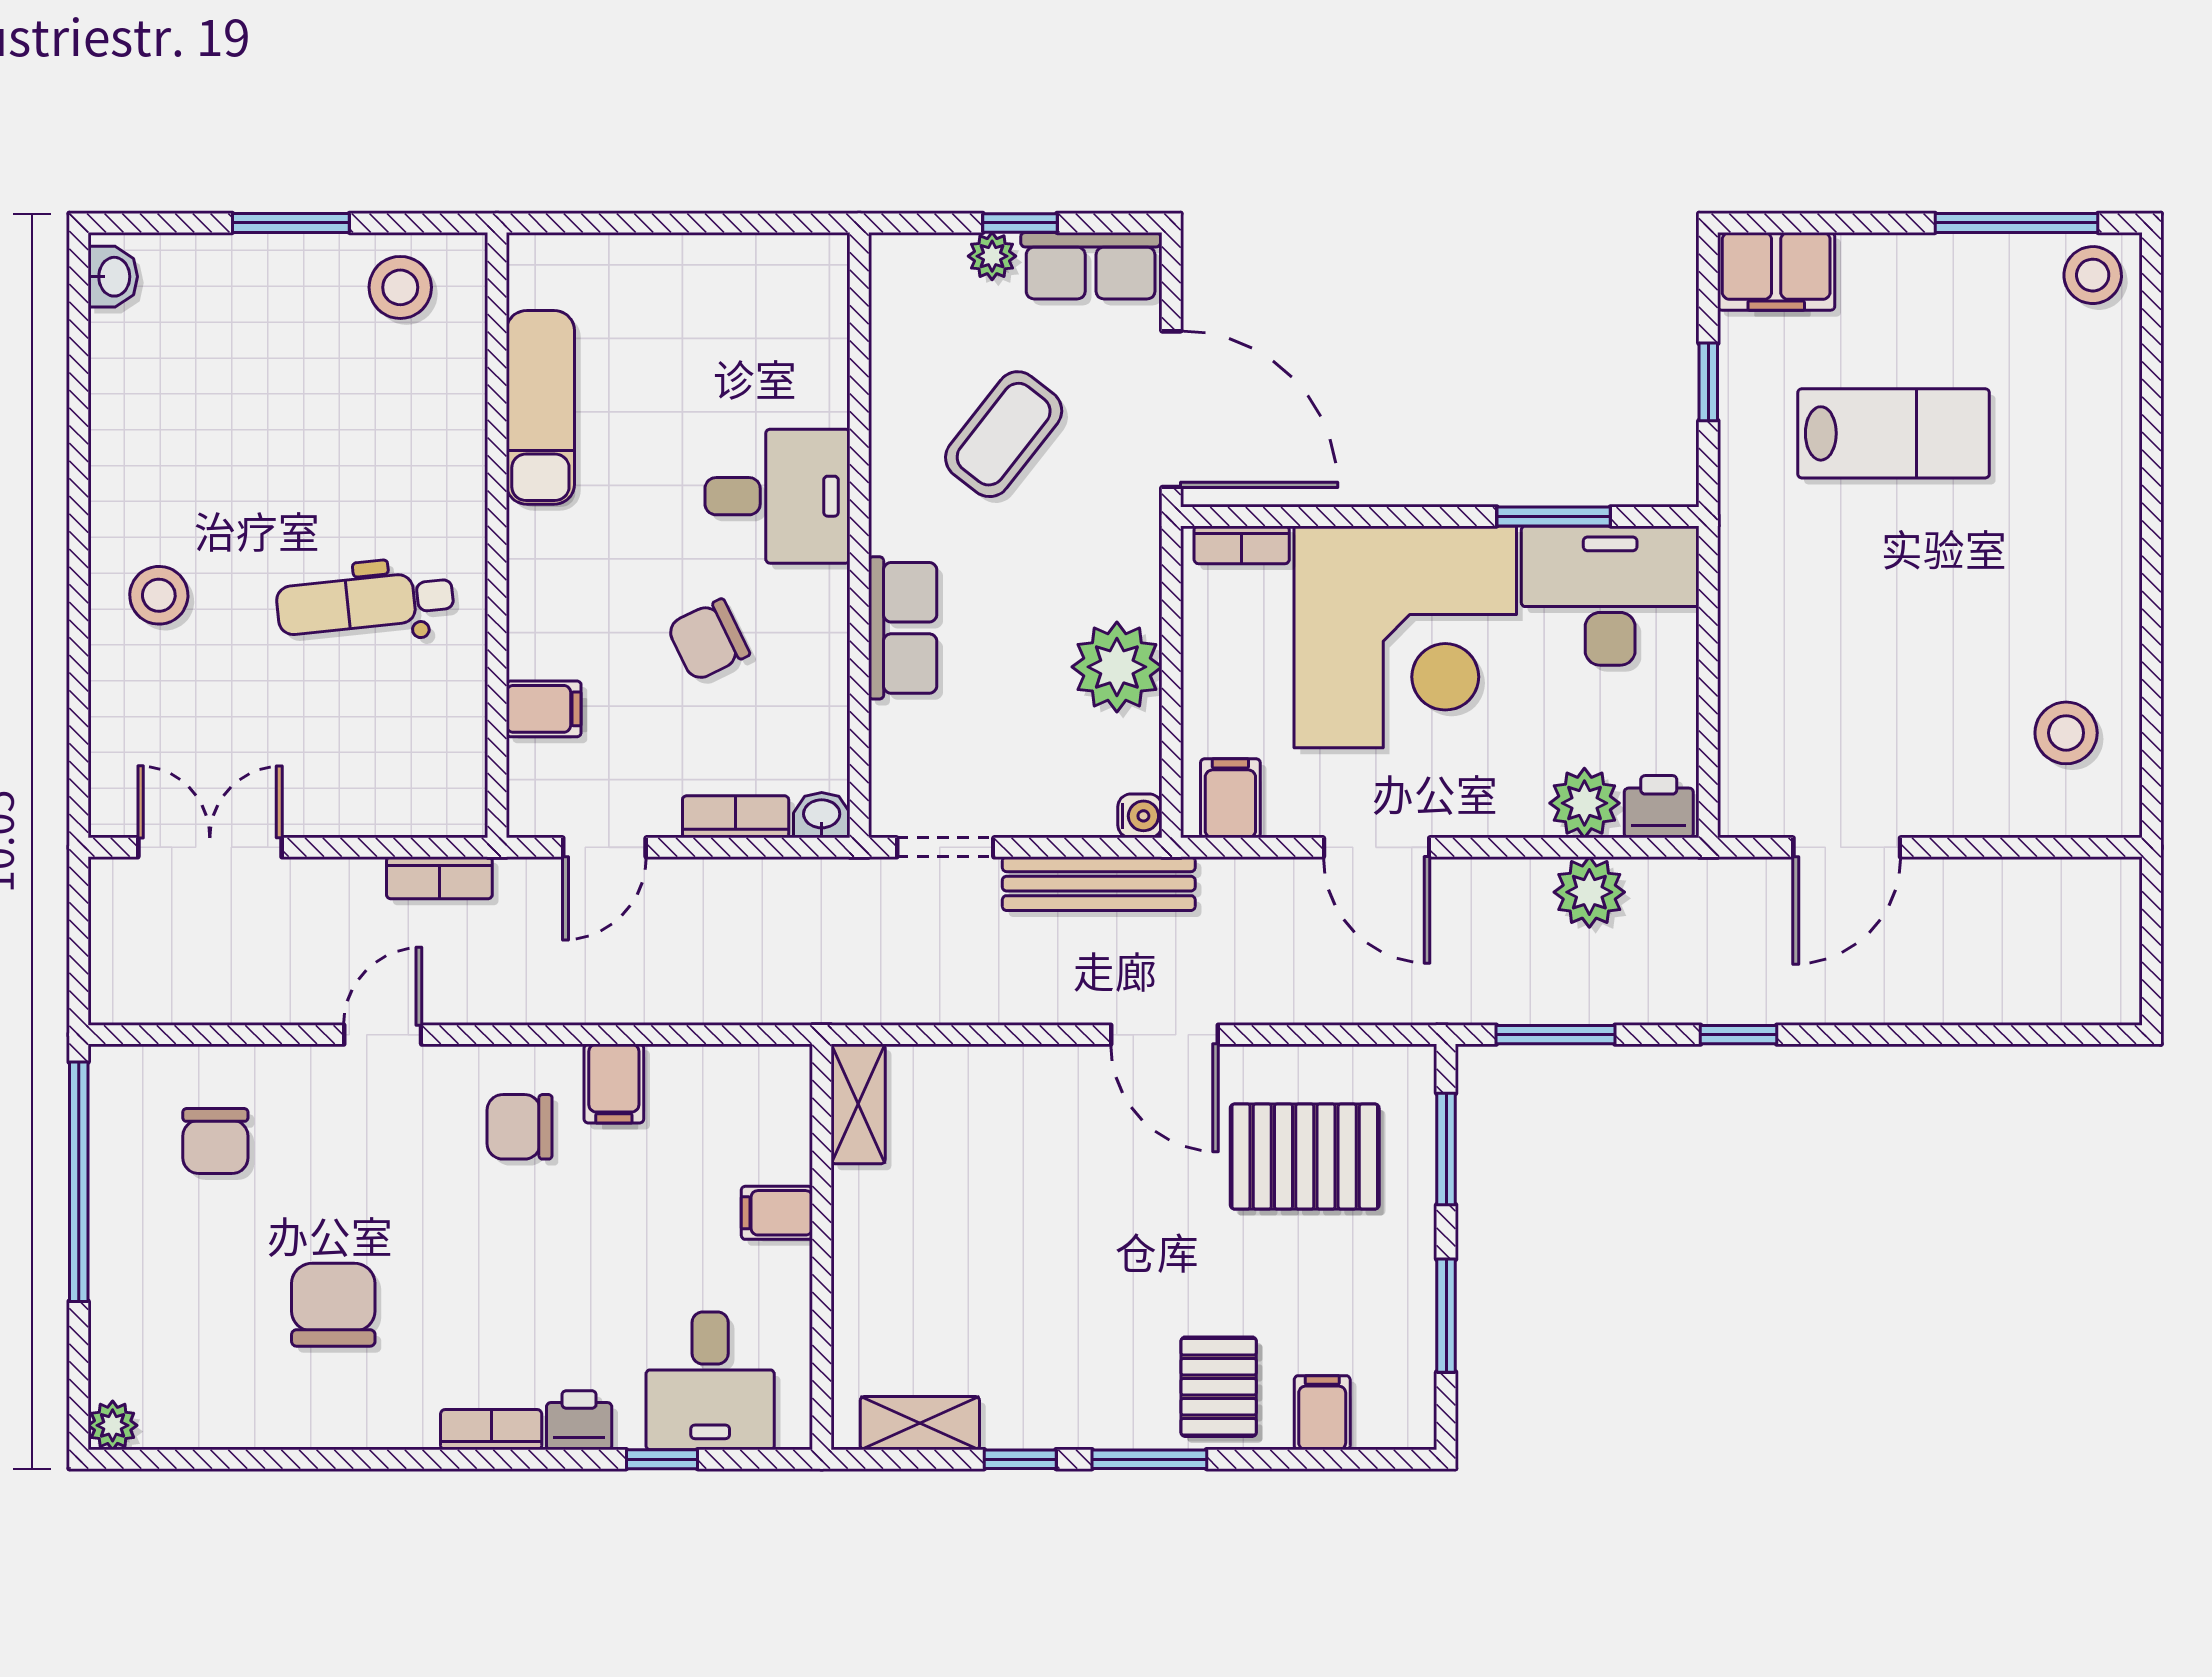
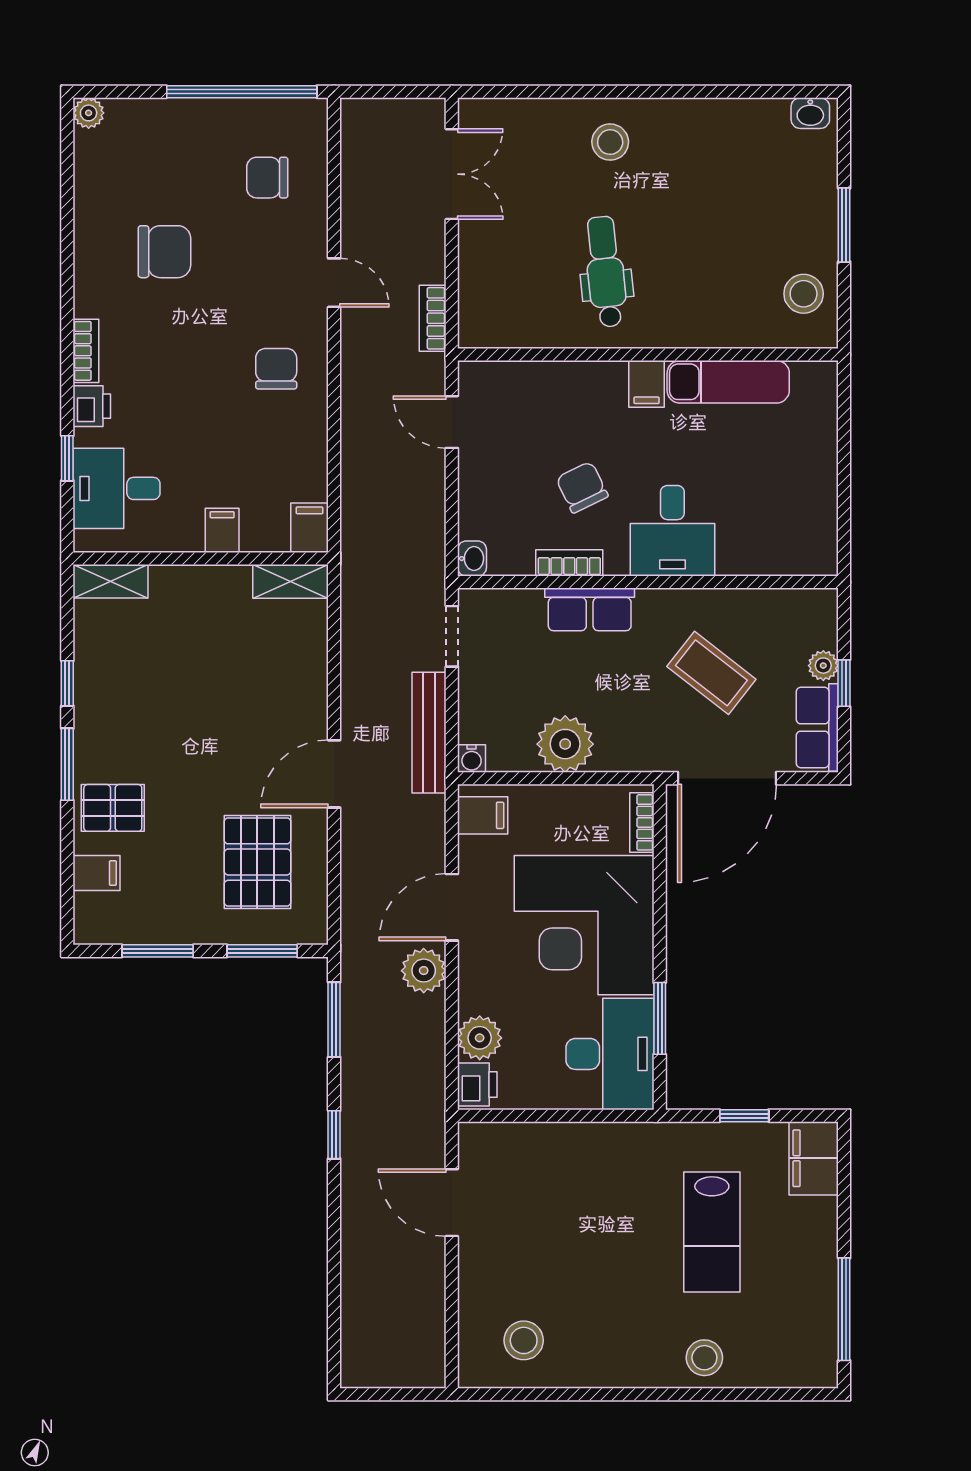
stool: (2093, 275) -> (704, 1358), moved
filing cabinet: (544, 709) -> (647, 384), moved
bookcase: (736, 817) -> (569, 563), moved, turned -90
plant: (1589, 892) -> (424, 971), moved
filing cabinet: (614, 1084) -> (310, 528), moved, turned 90
shelving: (920, 1423) -> (111, 581), moved, turned 90

